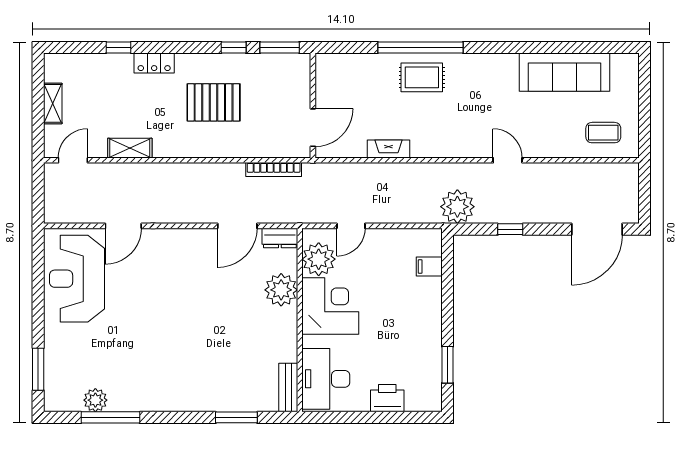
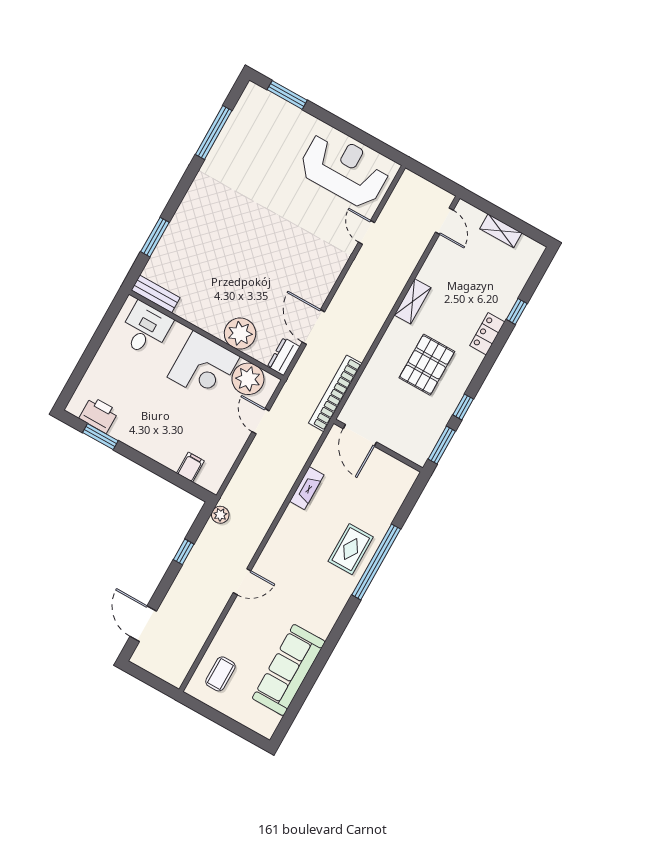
shelving: (130, 148) -> (413, 301), moved
bookcase: (274, 170) -> (335, 393), width x1.48, depth x1.31
plant: (457, 207) -> (220, 515), width x0.53, depth x0.53
door: (123, 226) -> (367, 232), width x0.73
door: (597, 229) -> (143, 624), width x0.73
desk: (326, 379) -> (145, 329), width x0.73
printer: (387, 398) -> (99, 415), moved, turned -90
plant: (95, 400) -> (235, 128), removed

